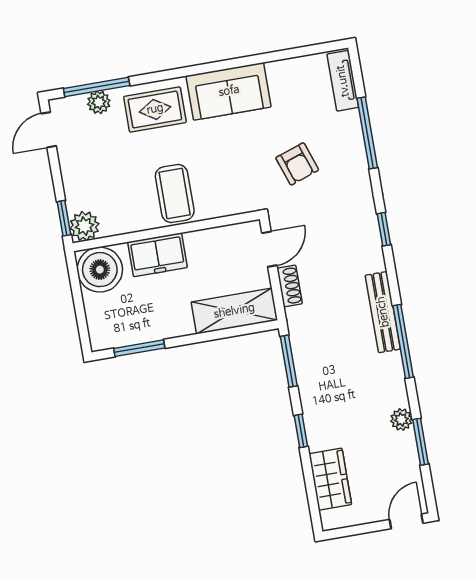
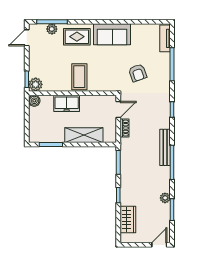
boiler: (100, 270) -> (34, 101), width x0.54, depth x0.54
shelving: (234, 311) -> (84, 135), moved

